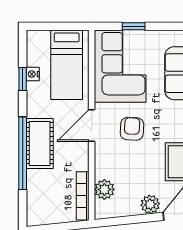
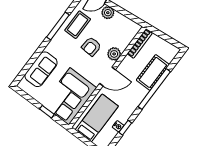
armchair: (132, 129) -> (91, 47), moved
cot: (40, 143) -> (153, 72), moved
plant: (104, 189) -> (114, 54), moved

